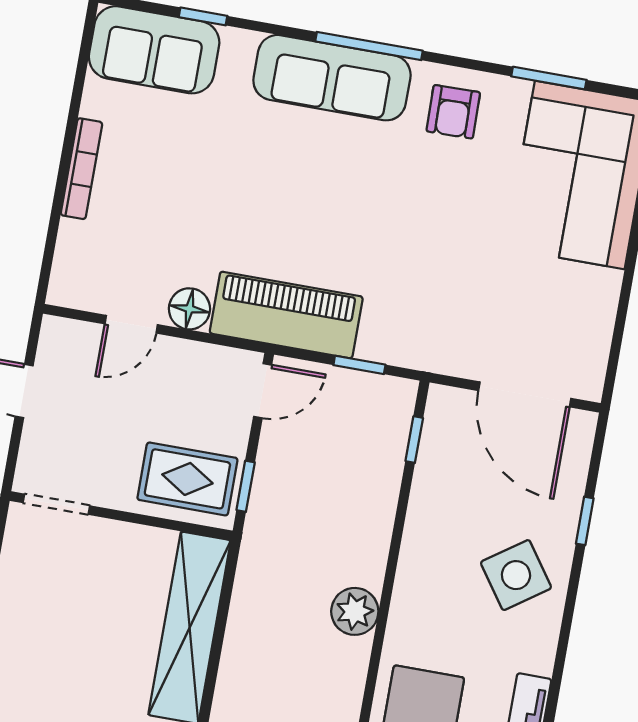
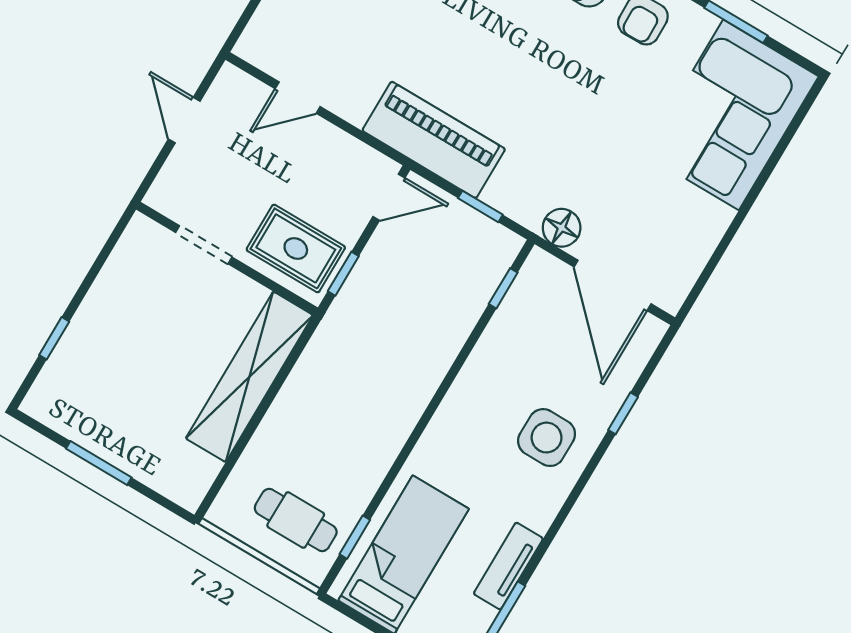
floor lamp: (189, 309) -> (562, 228), moved
doorway: (56, 504) -> (204, 245), moved
side table: (516, 575) -> (547, 438), turned 35
plant: (355, 611) -> (396, 416), removed

